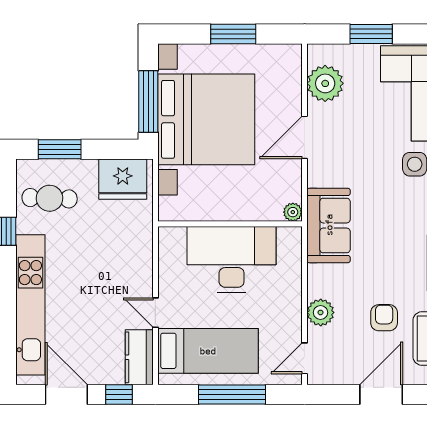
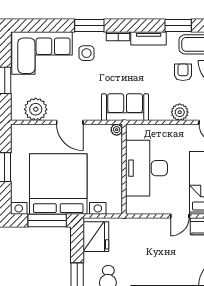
armchair: (384, 318) -> (183, 72), turned 90

